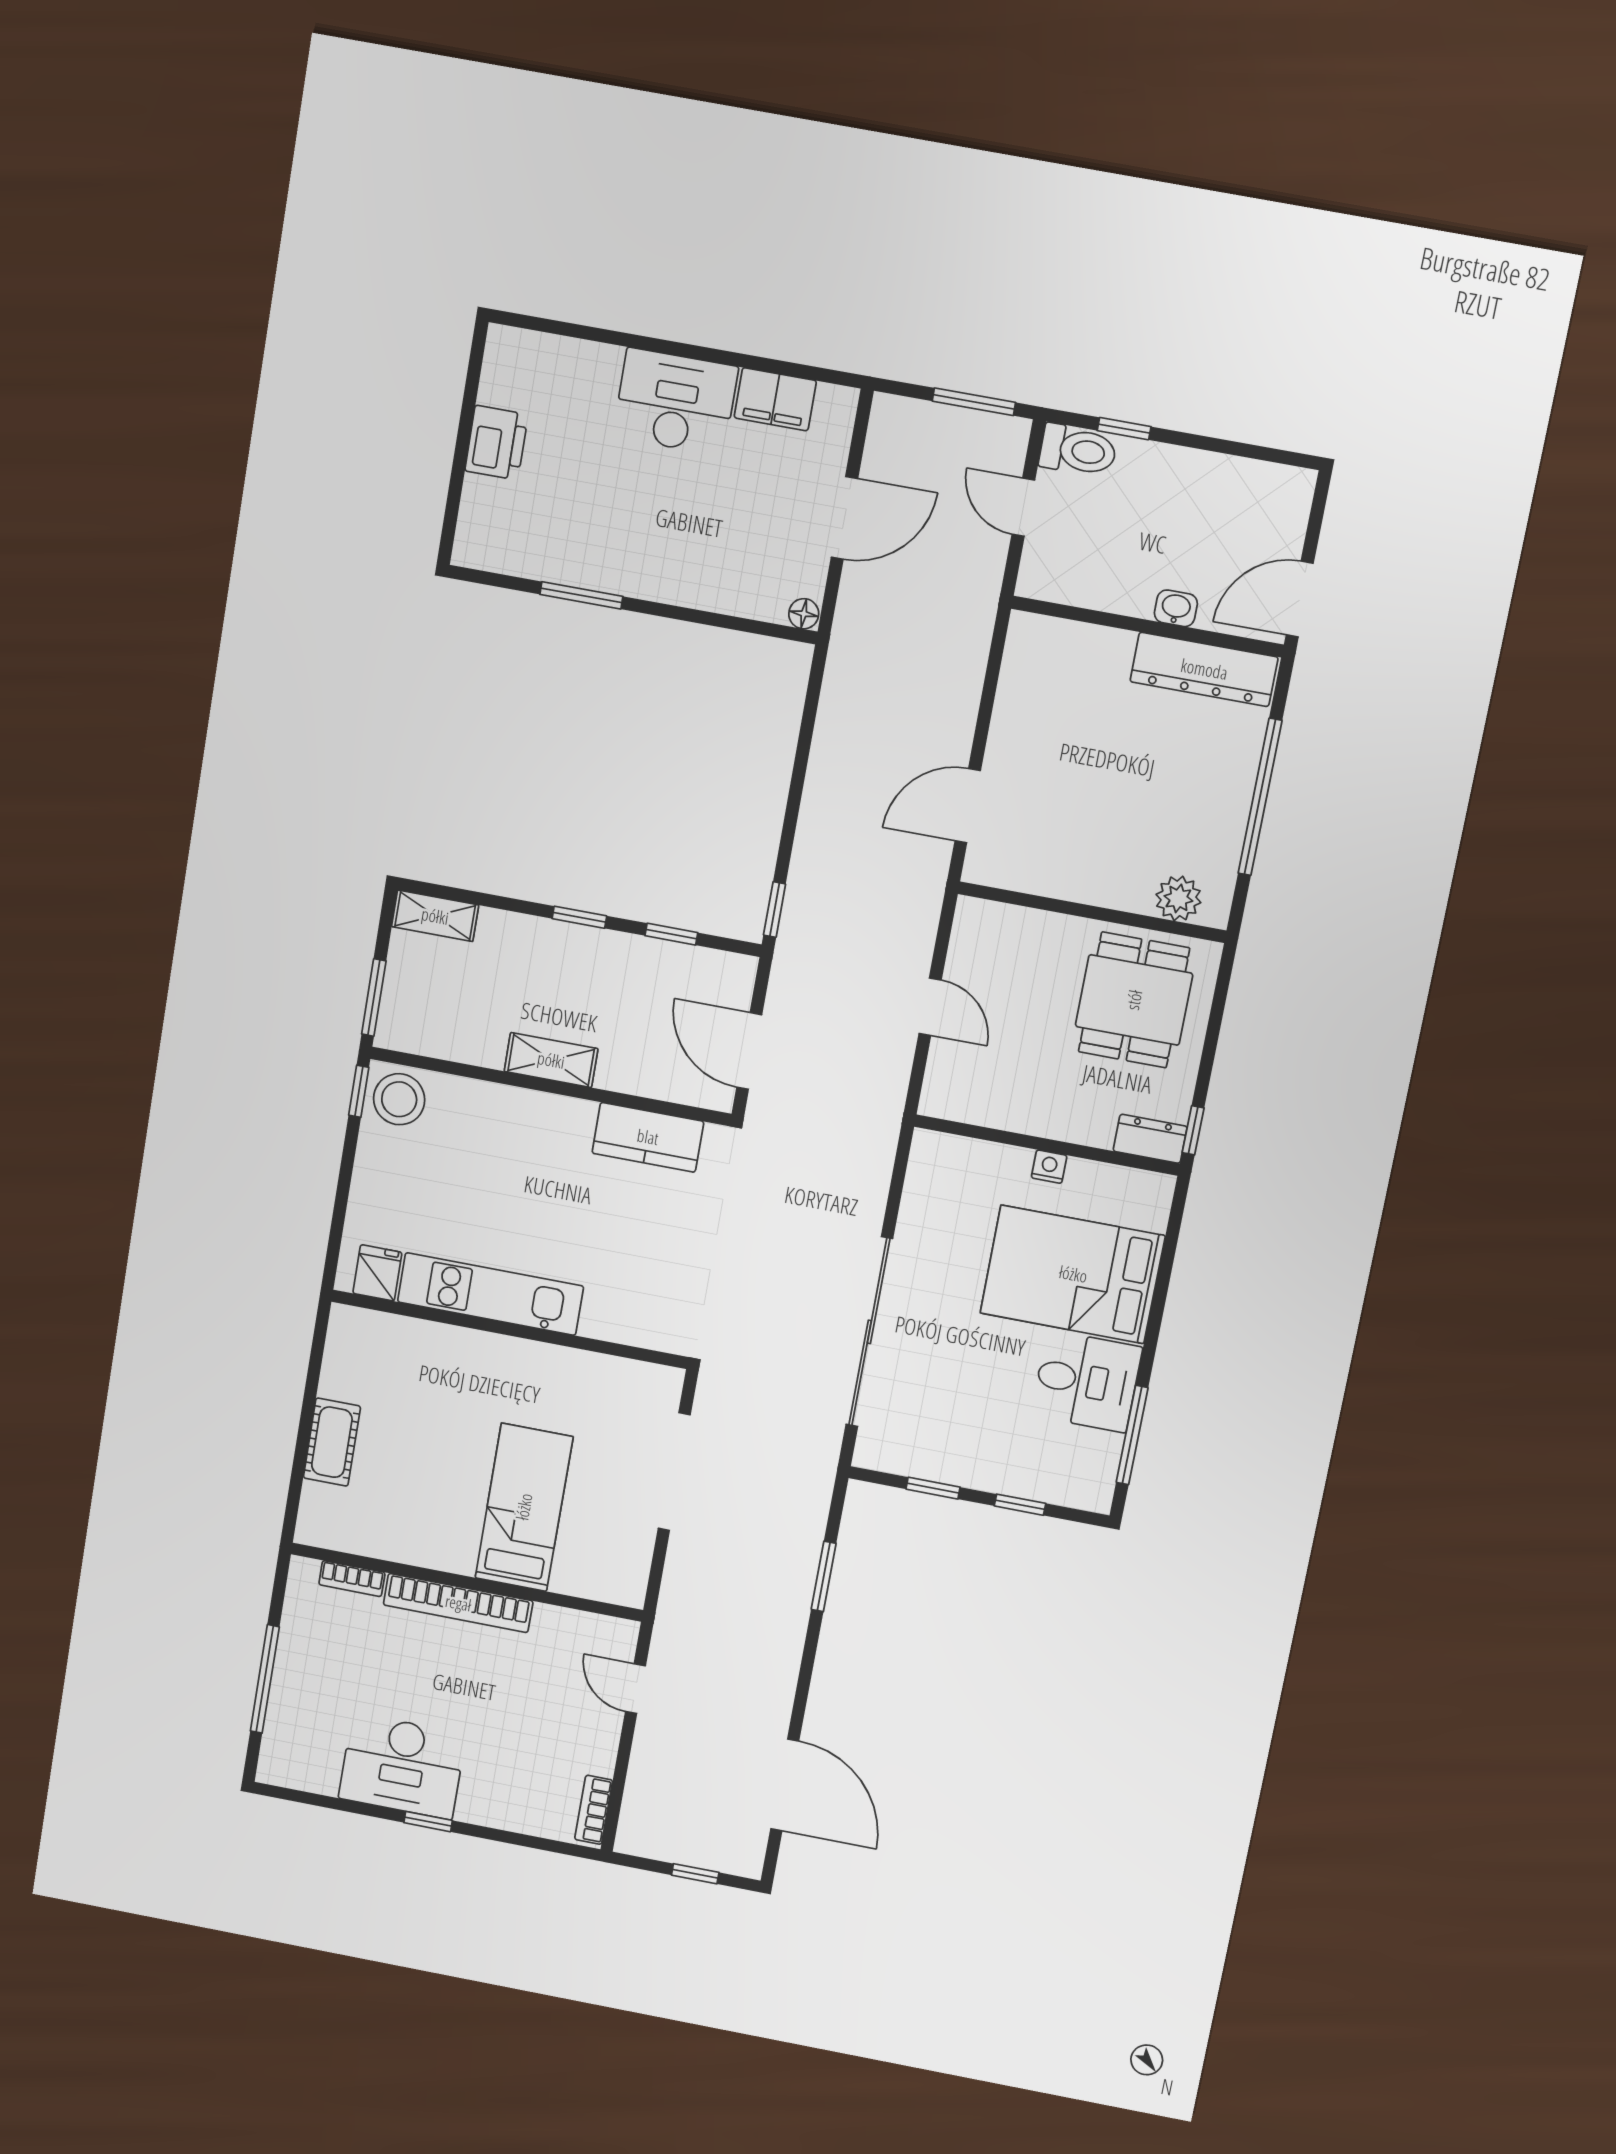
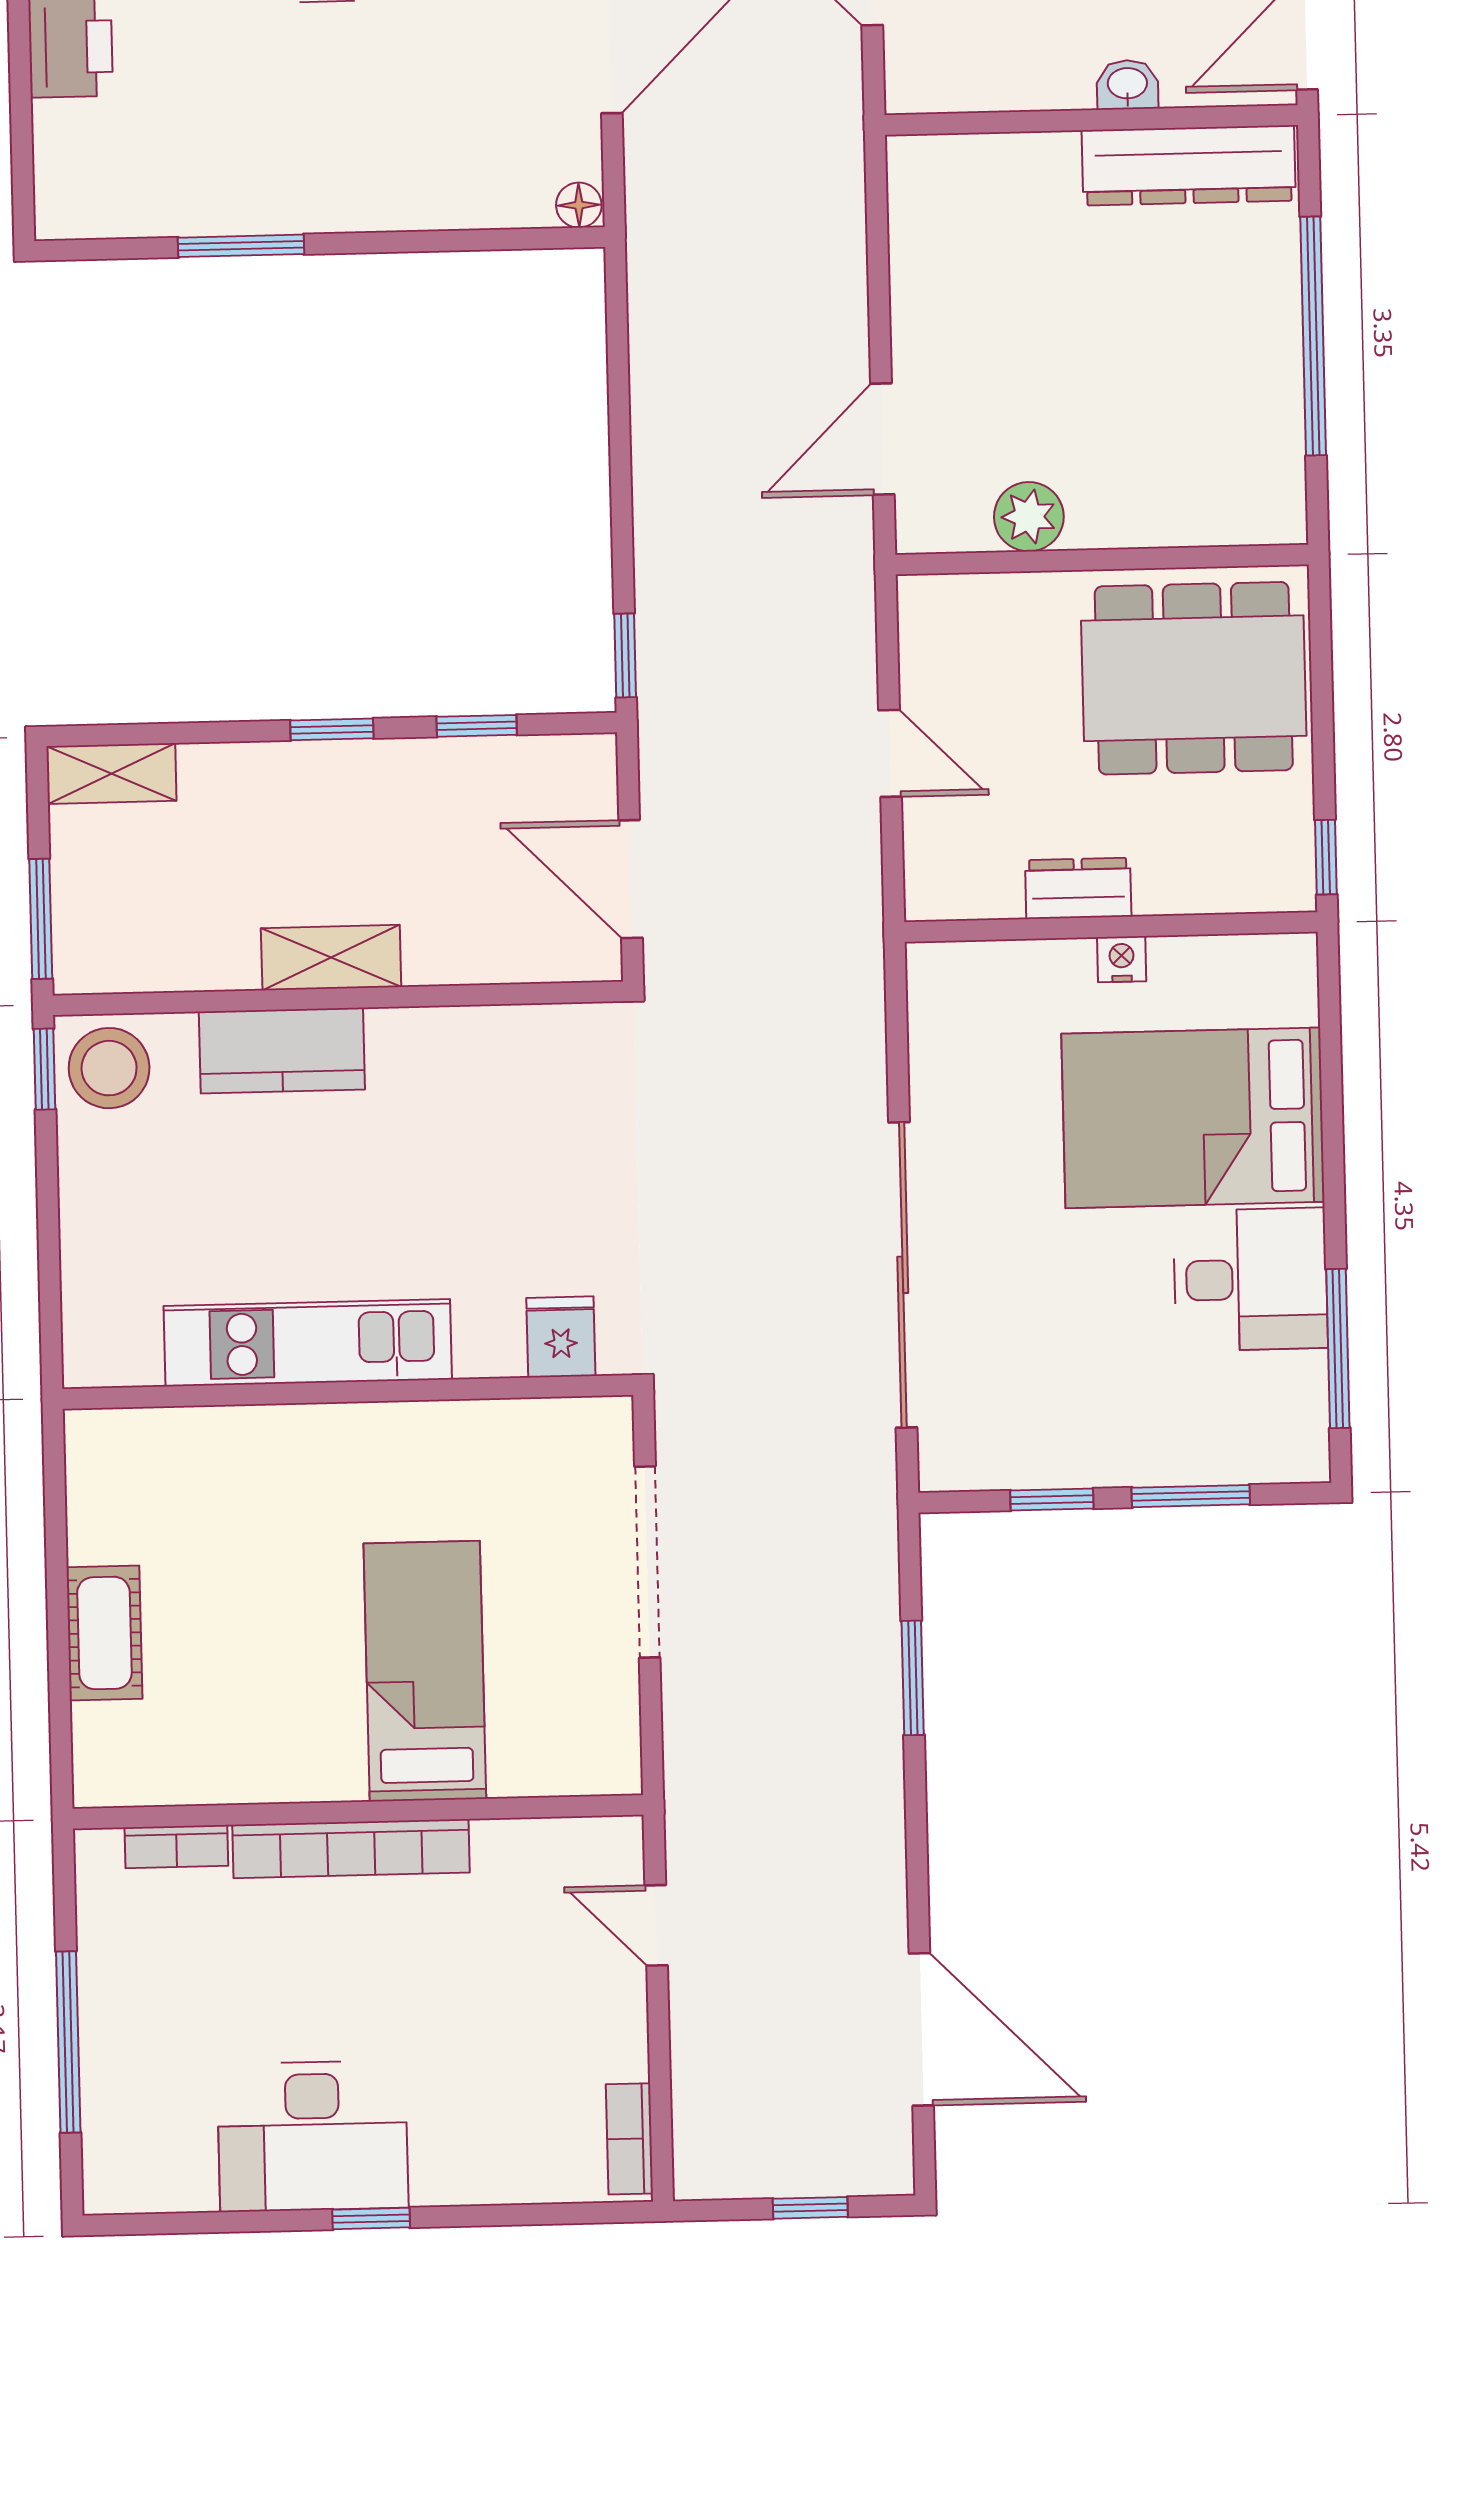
plant: (1178, 898) -> (1029, 517), moved
dining table: (1134, 1000) -> (1194, 678), width x1.37
kitchen counter: (648, 1137) -> (282, 1051), moved
dresser: (1150, 1139) -> (1078, 888), moved
fridge: (377, 1273) -> (561, 1337), moved
window: (1020, 1505) -> (1191, 1496), width x1.50

